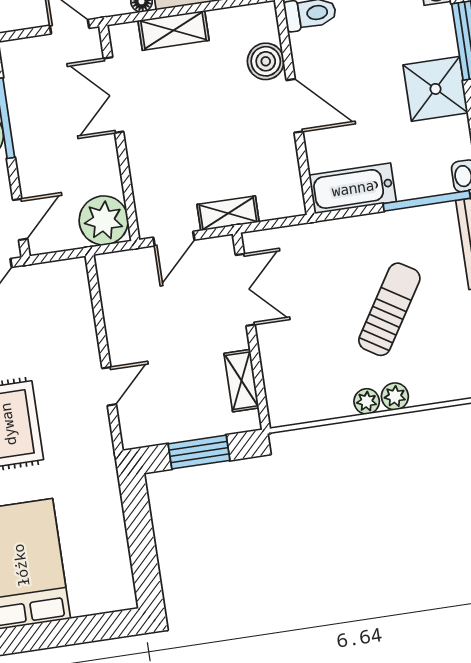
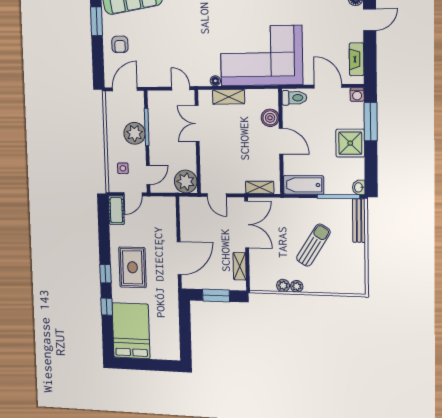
shelving: (228, 213) -> (260, 187), moved
door: (174, 239) -> (217, 195), hinge flipped
double door: (245, 290) -> (247, 224), width x1.37
door: (109, 386) -> (179, 258), width x1.87
plant: (395, 396) -> (283, 286), moved

